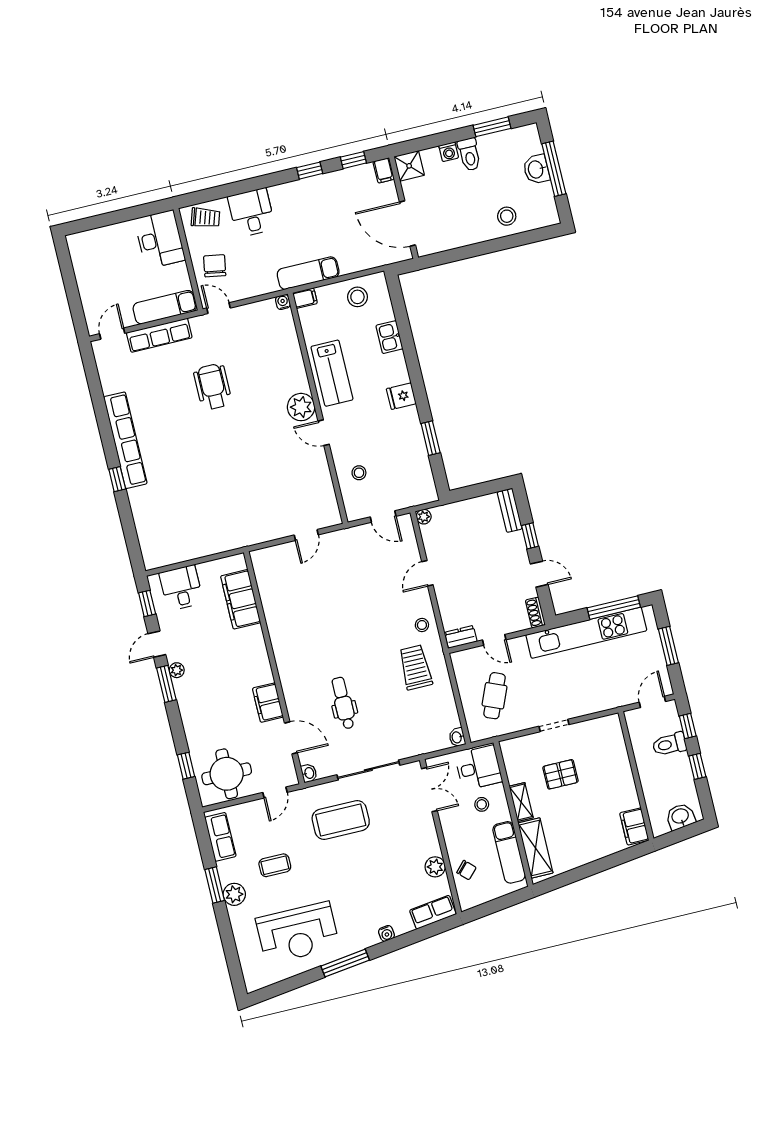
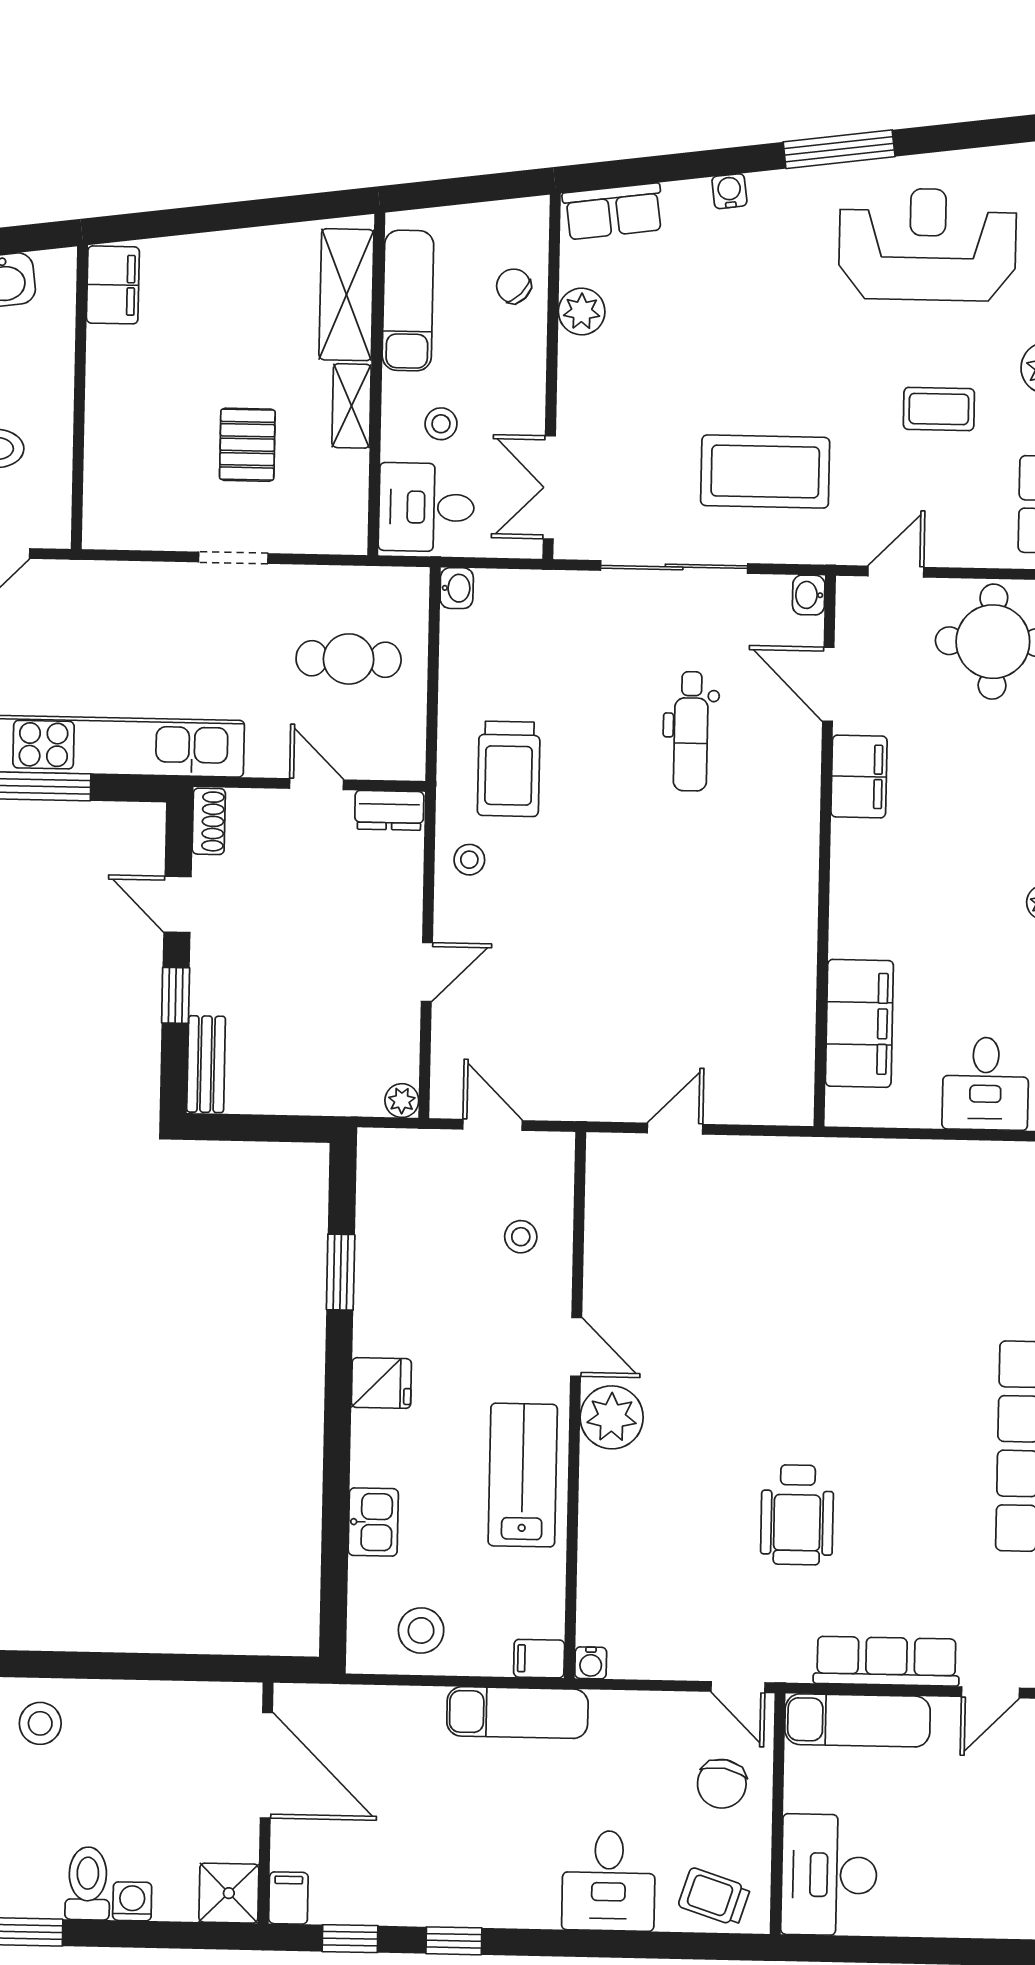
cafe table: (495, 696) -> (349, 659), turned 67
pallet: (560, 774) -> (247, 445), turned 90

